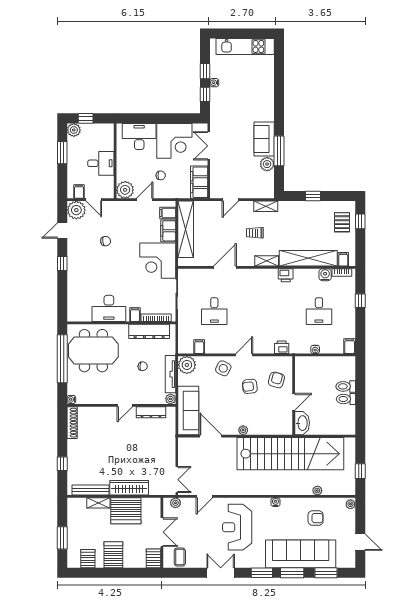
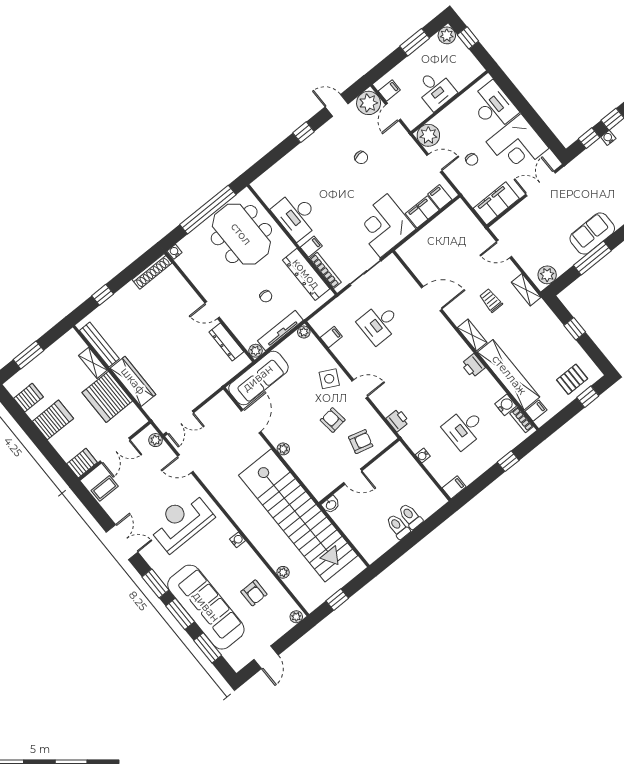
plant: (267, 164) -> (547, 275), moved
shelving: (186, 229) -> (438, 228), removed
plant: (187, 365) -> (304, 332), width x0.53, depth x0.53
washbasin: (302, 423) -> (331, 505), width x0.52, depth x0.69

